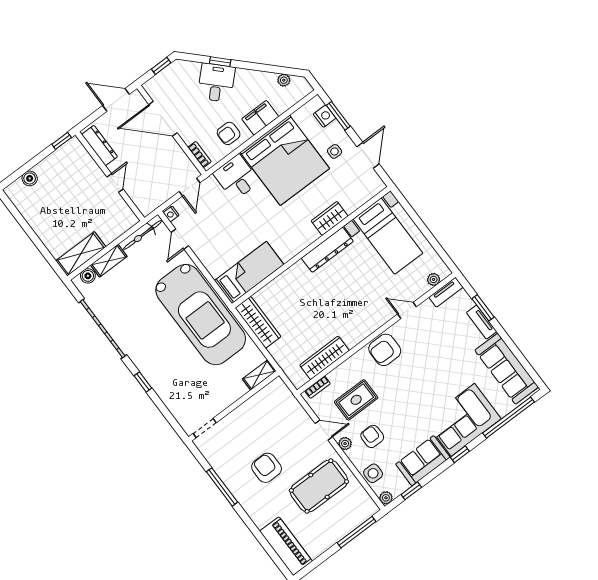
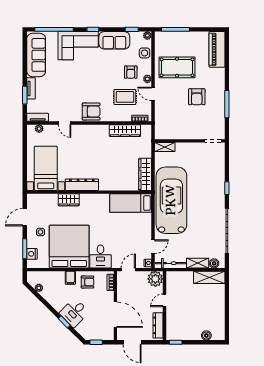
filing cabinet: (260, 118) -> (70, 278), width x0.50
plant: (147, 201) -> (155, 279), added

